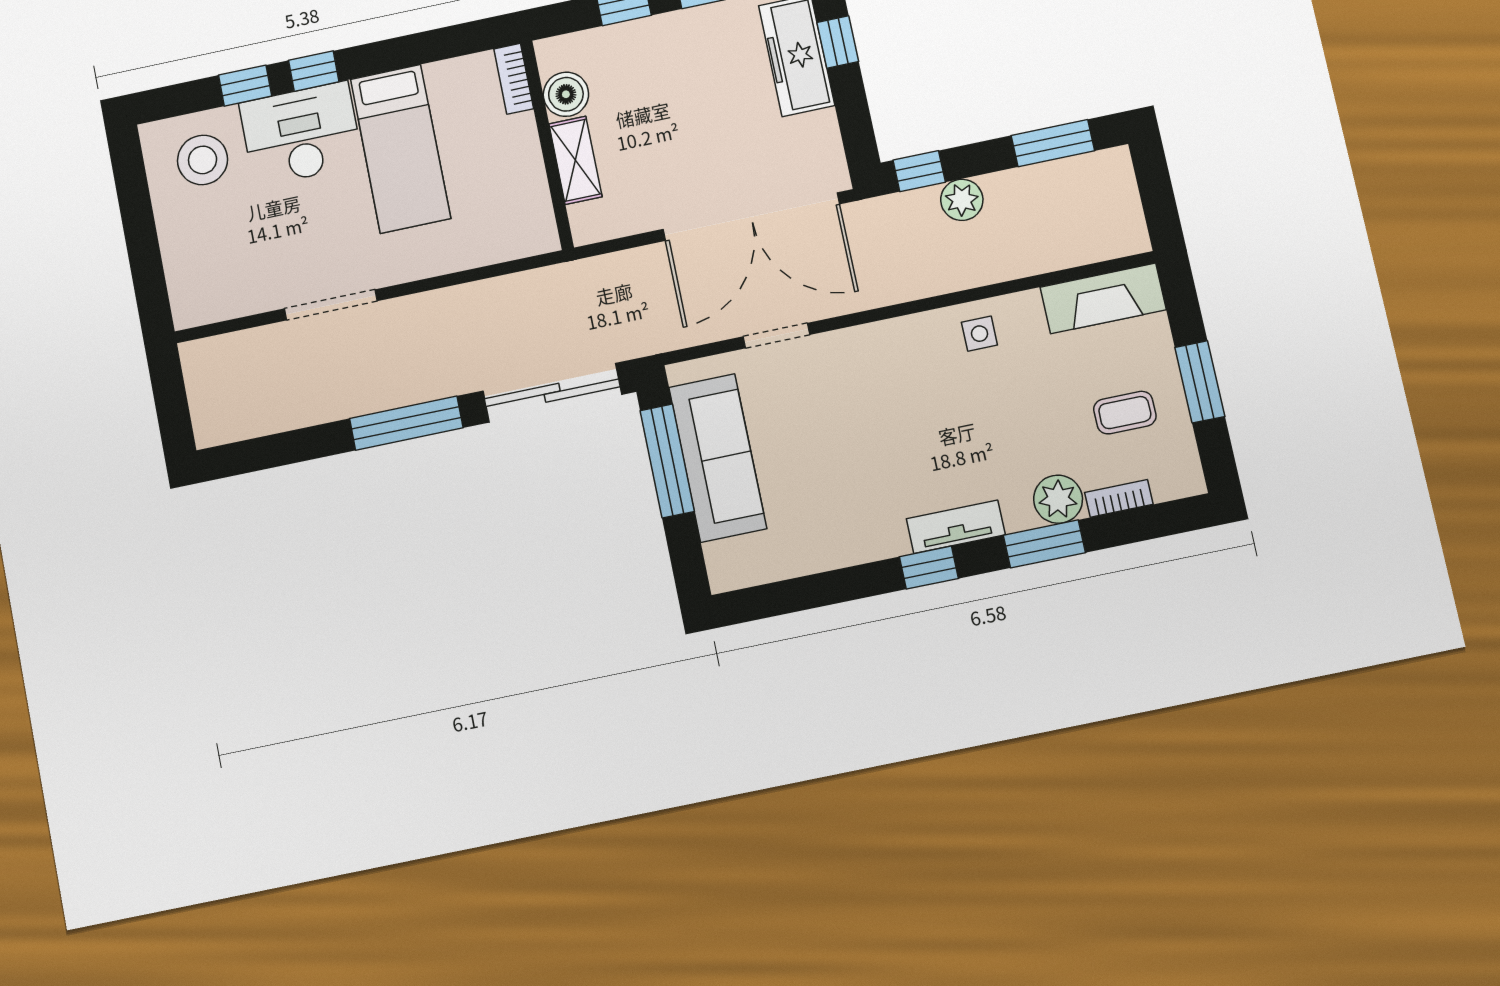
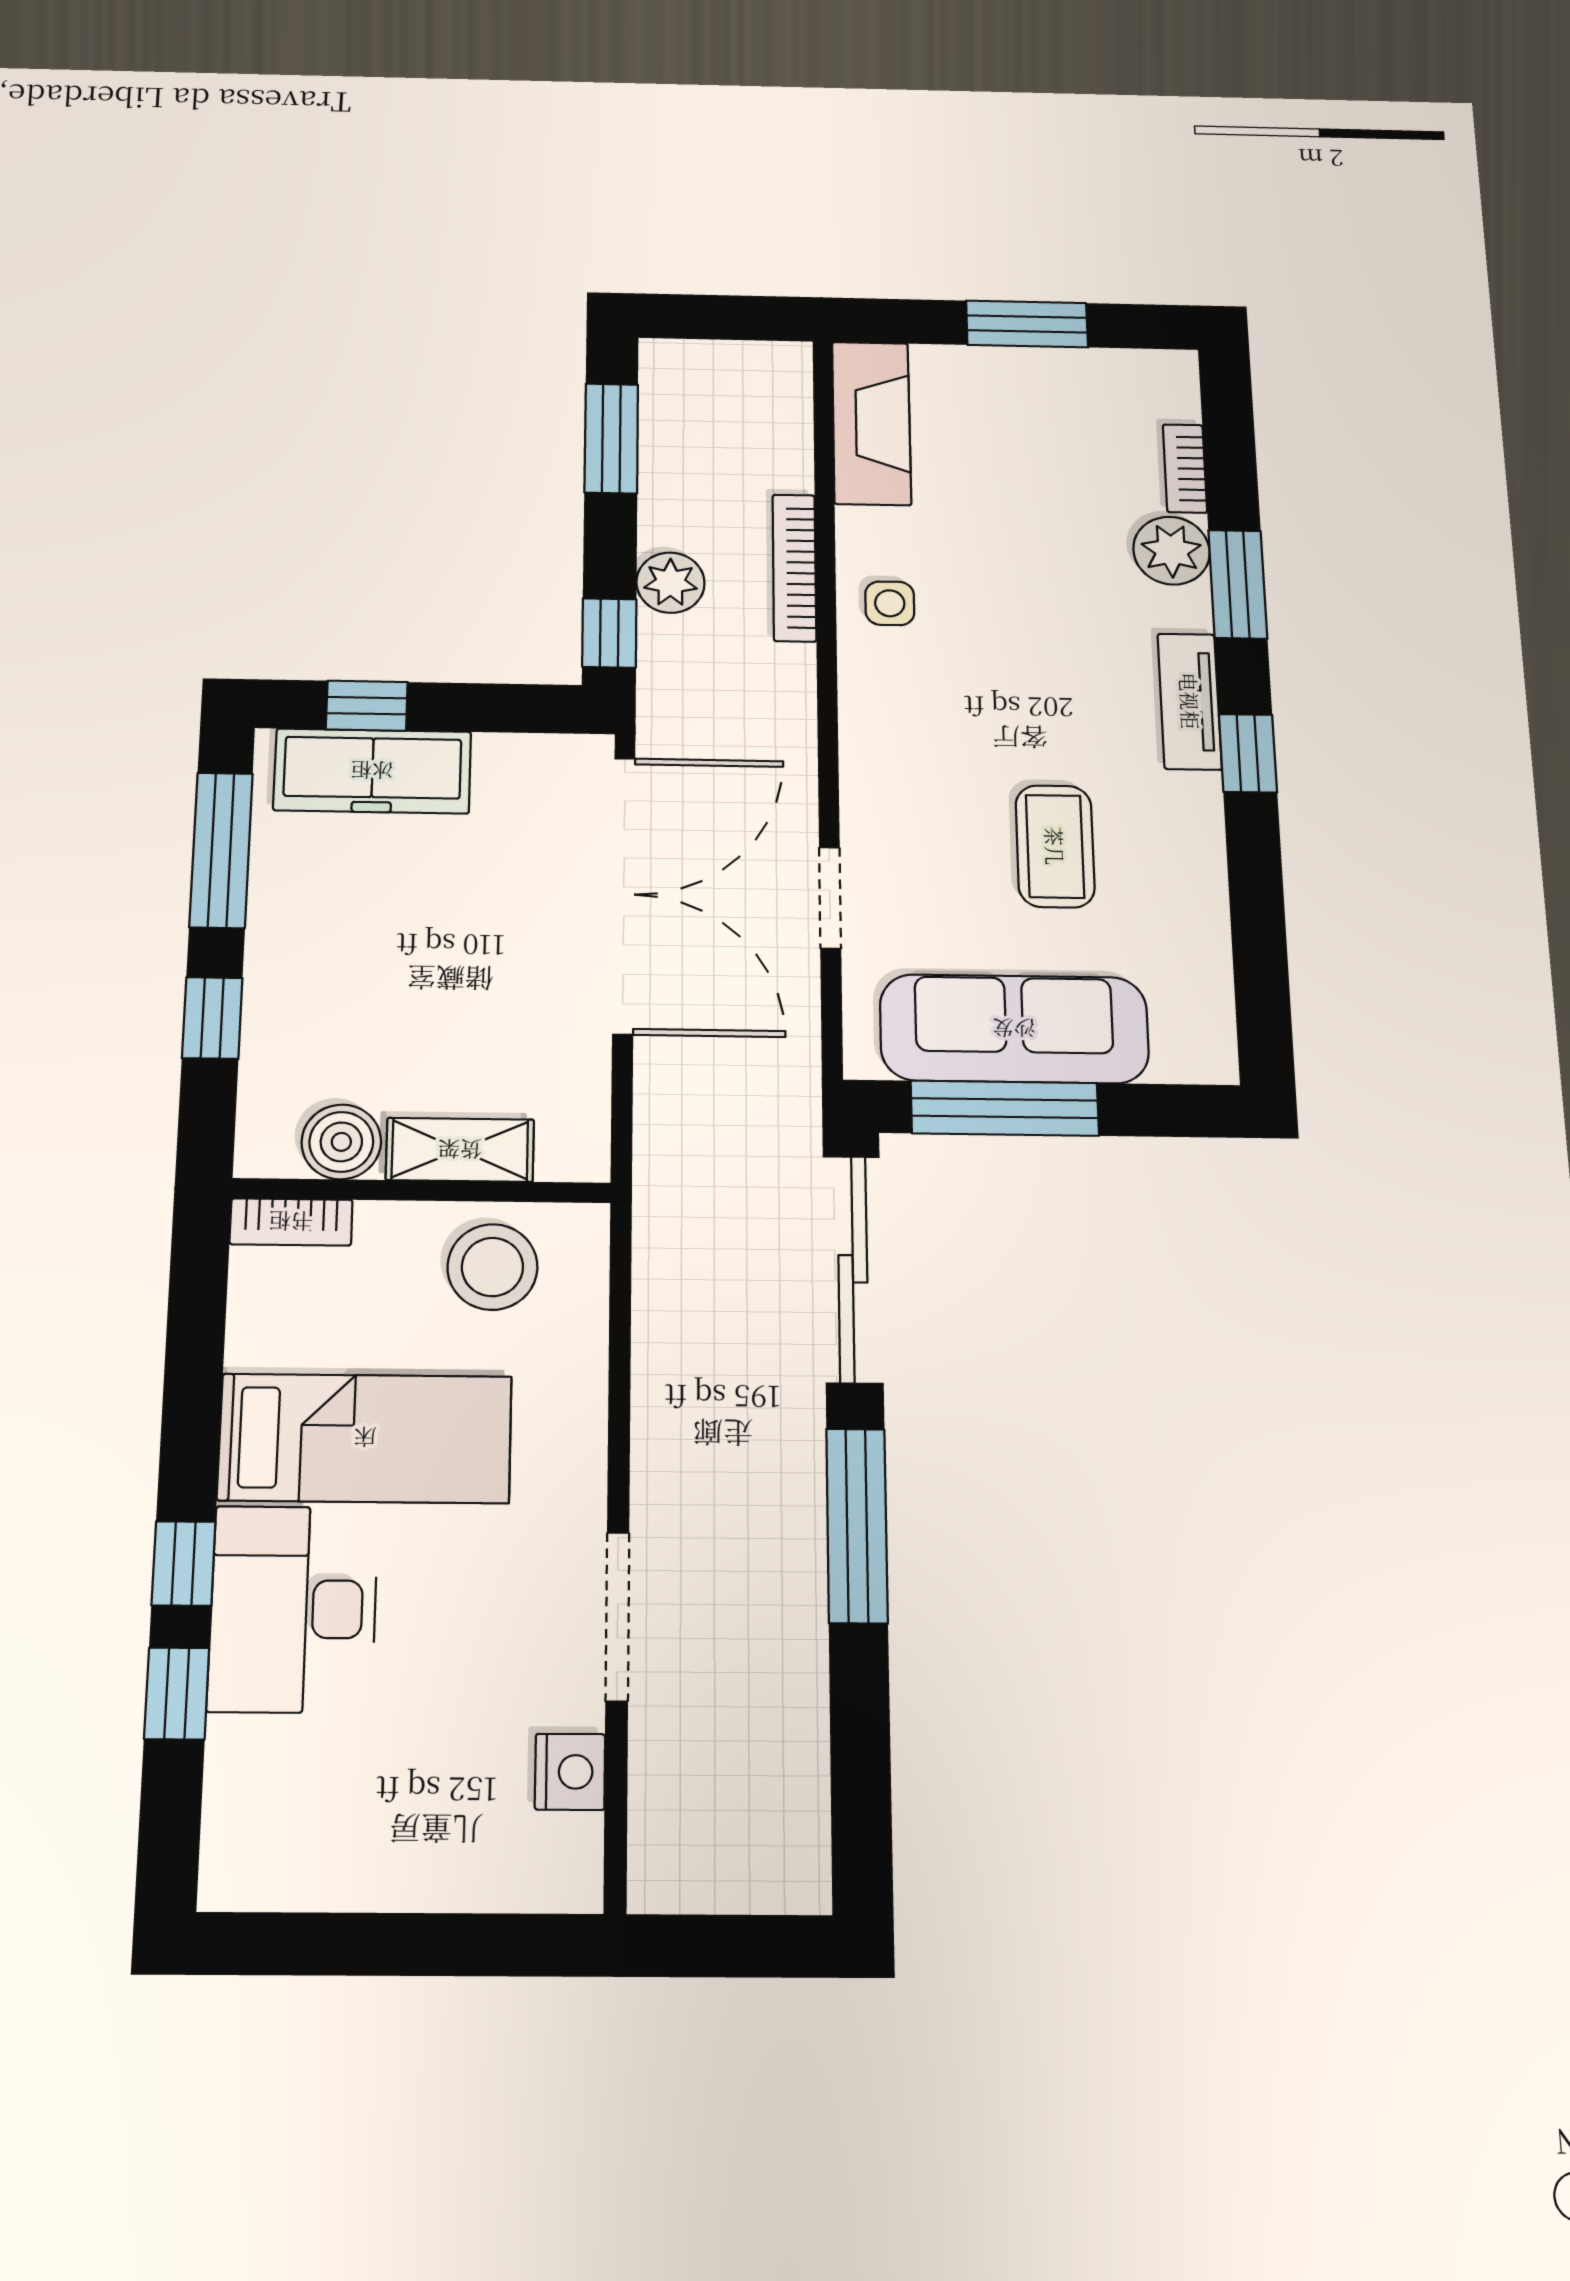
stool: (203, 160) -> (492, 1267), moved
bookcase: (990, 272) -> (794, 568), added
nightstand: (244, 298) -> (570, 1772), added
coffee table: (1125, 413) -> (1055, 846), moved, width x1.36, depth x1.30

